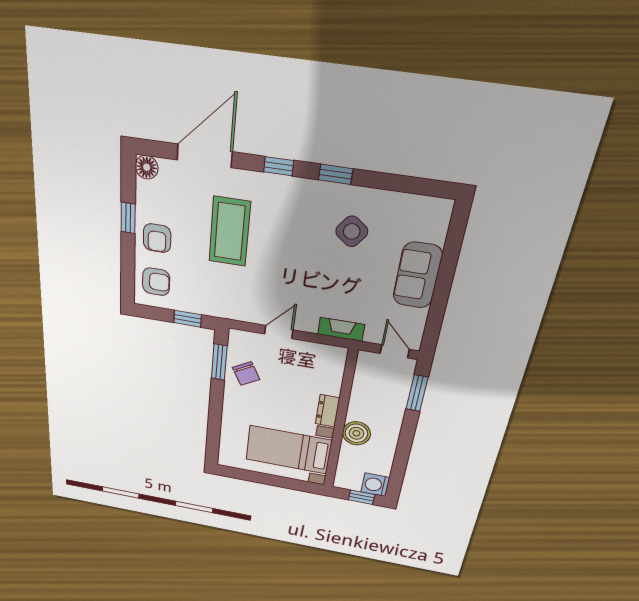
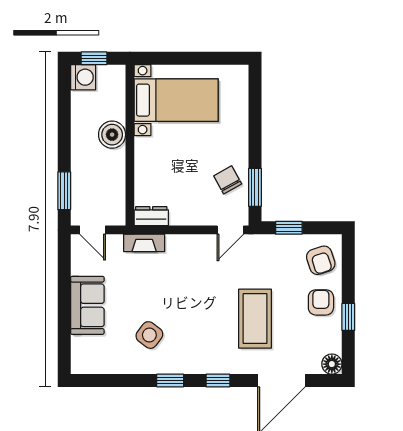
armchair: (156, 282) -> (321, 260), turned -108
door: (279, 332) -> (230, 230), moved
dresser: (328, 411) -> (151, 216), moved, turned -90

